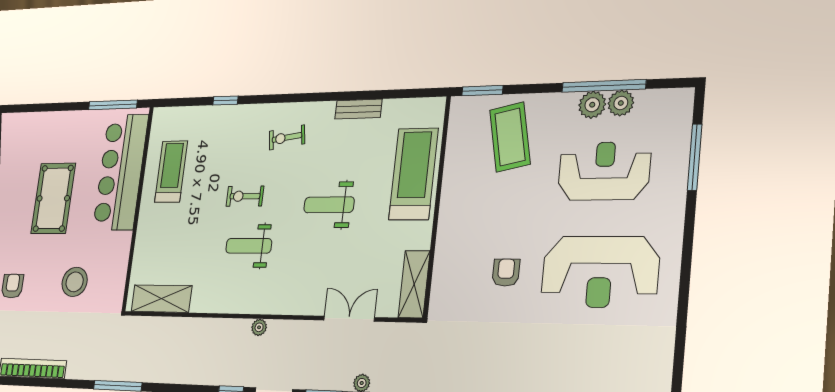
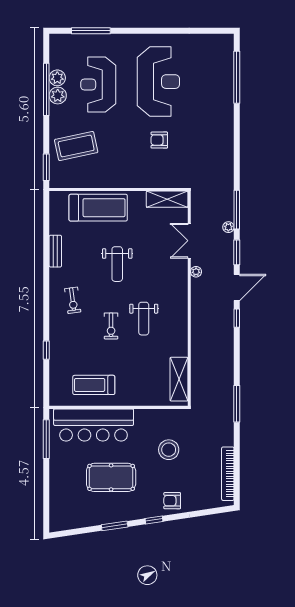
treadmill: (414, 174) -> (98, 208), turned 180
plant: (259, 327) -> (196, 272), moved

